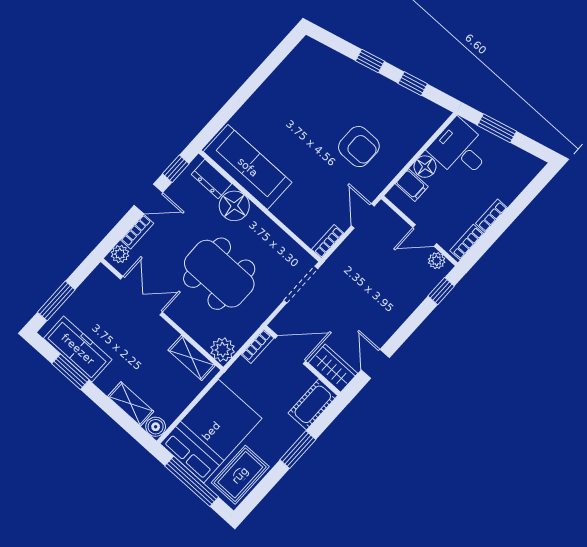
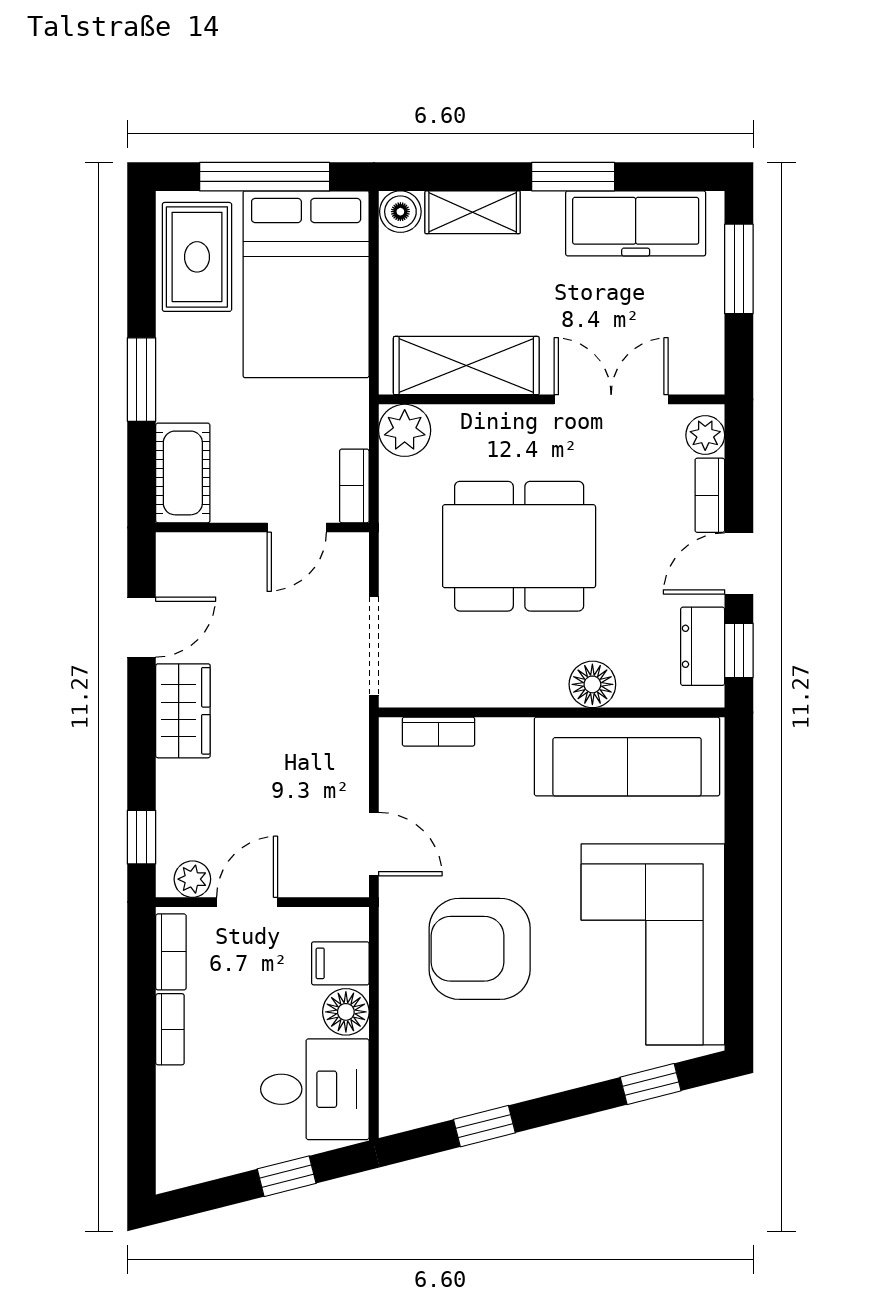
window: (370, 61) -> (651, 1084), moved
corner sofa: (297, 94) -> (653, 944), added
window: (497, 128) -> (287, 1176), width x0.67
armchair: (359, 147) -> (480, 949), width x1.36, depth x1.36
dresser: (211, 179) -> (703, 646), moved, turned -90
floor lamp: (234, 206) -> (592, 684), width x0.73, depth x0.73
bookcase: (328, 241) -> (438, 732), moved, turned 90
double door: (141, 296) -> (611, 399), swing flipped
door: (290, 350) -> (297, 527), width x0.73
shelving: (192, 358) -> (466, 366), width x1.50, depth x1.33
door: (375, 364) -> (142, 627), hinge flipped
wardrobe: (333, 368) -> (183, 711), moved, turned -90
window: (70, 372) -> (573, 177), moved

